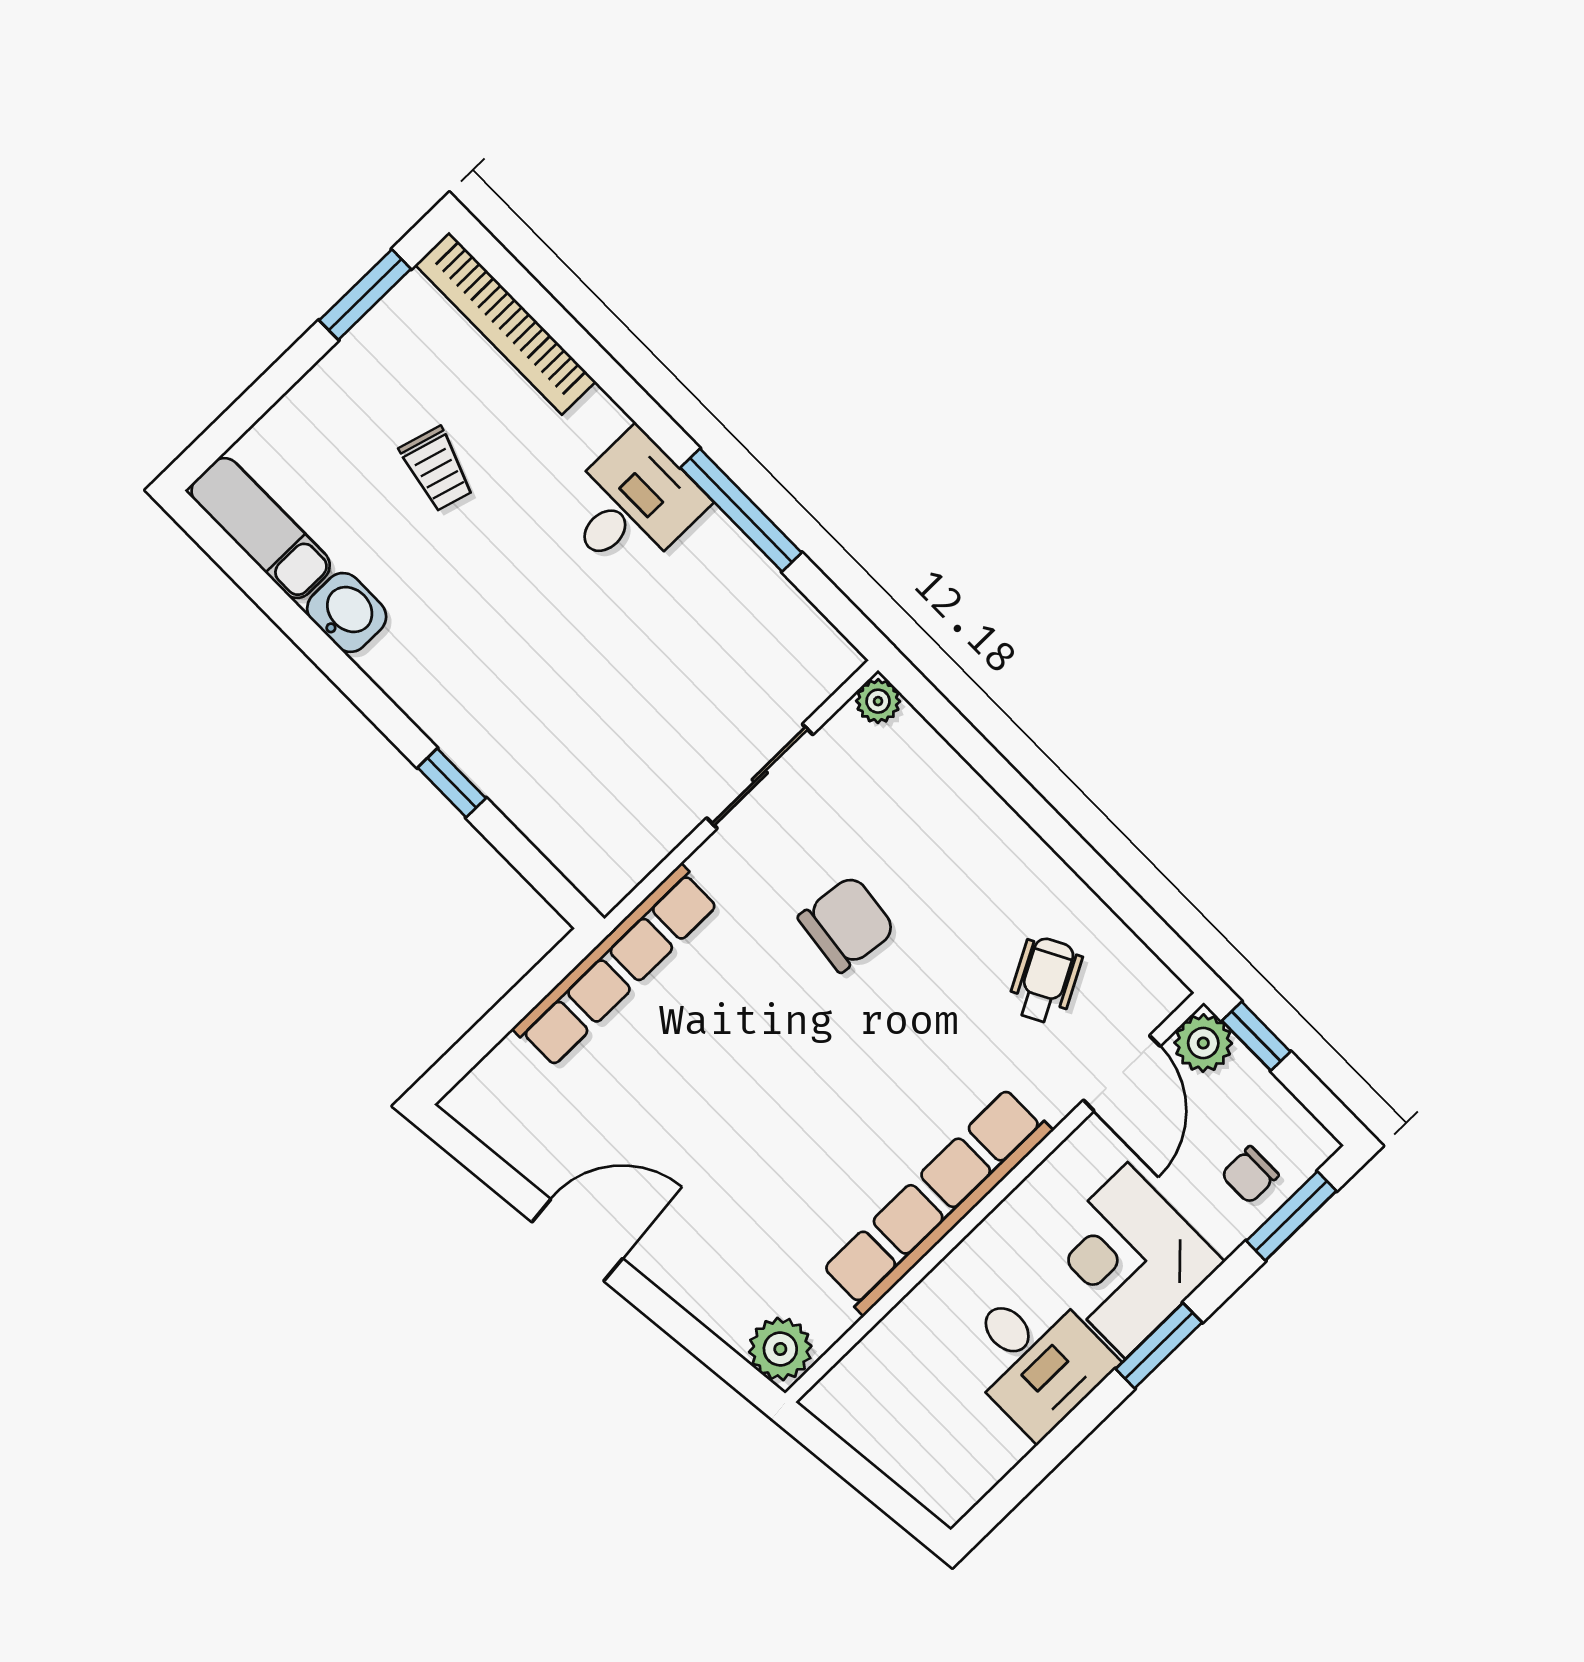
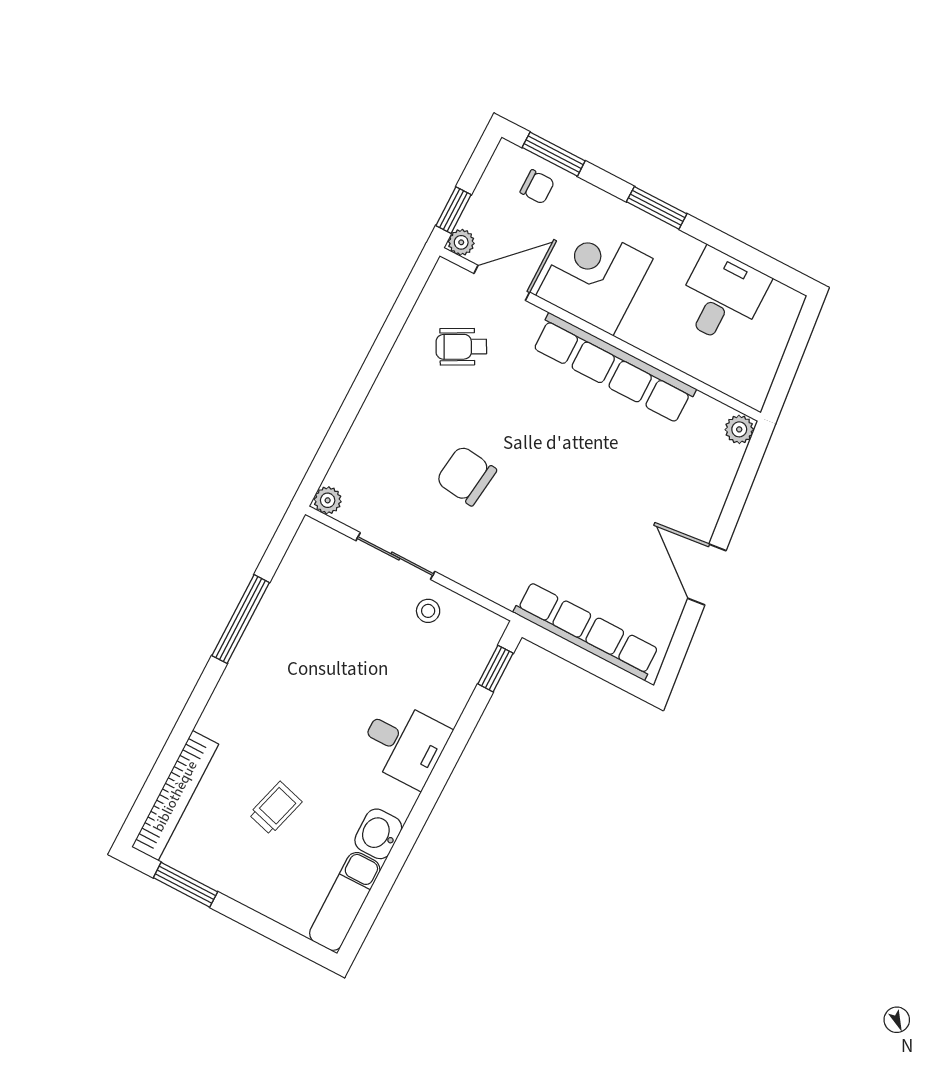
desk: (632, 505) -> (404, 744), moved, turned 180
window: (452, 783) -> (495, 669), moved
stool: (660, 799) -> (428, 611), added
row of seats: (616, 966) -> (586, 631), moved
plant: (1203, 1043) -> (461, 242), width x0.73, depth x0.73
corner desk: (1127, 1261) -> (594, 277), moved, turned 180
plant: (780, 1349) -> (739, 429), width x0.73, depth x0.73
desk: (1035, 1358) -> (722, 297), moved

